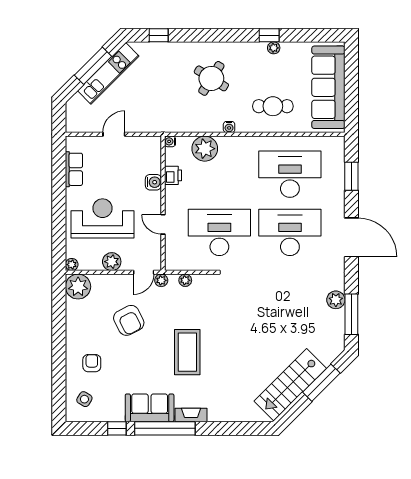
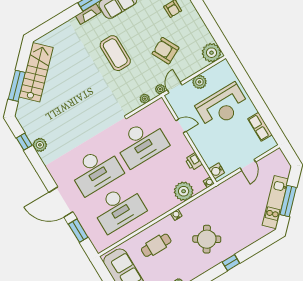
window: (159, 35) -> (231, 263), moved
water cooler: (153, 182) -> (217, 171), moved
door: (351, 237) -> (61, 202), moved
plant: (72, 265) -> (224, 64), removed
window: (351, 314) -> (24, 142), width x0.46

